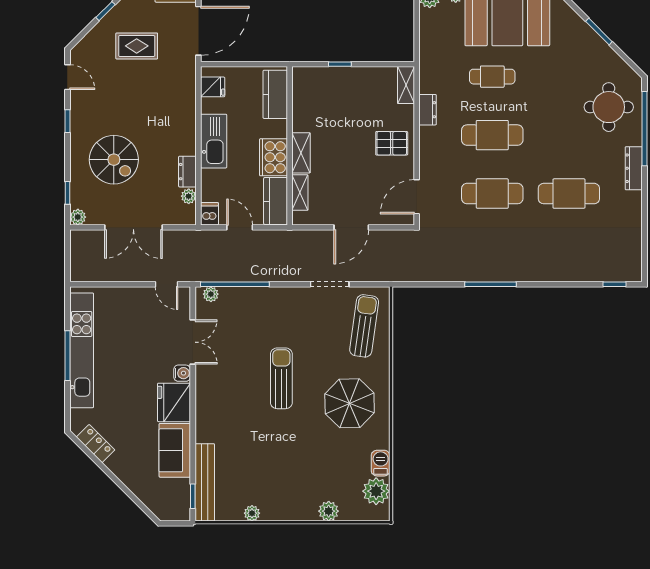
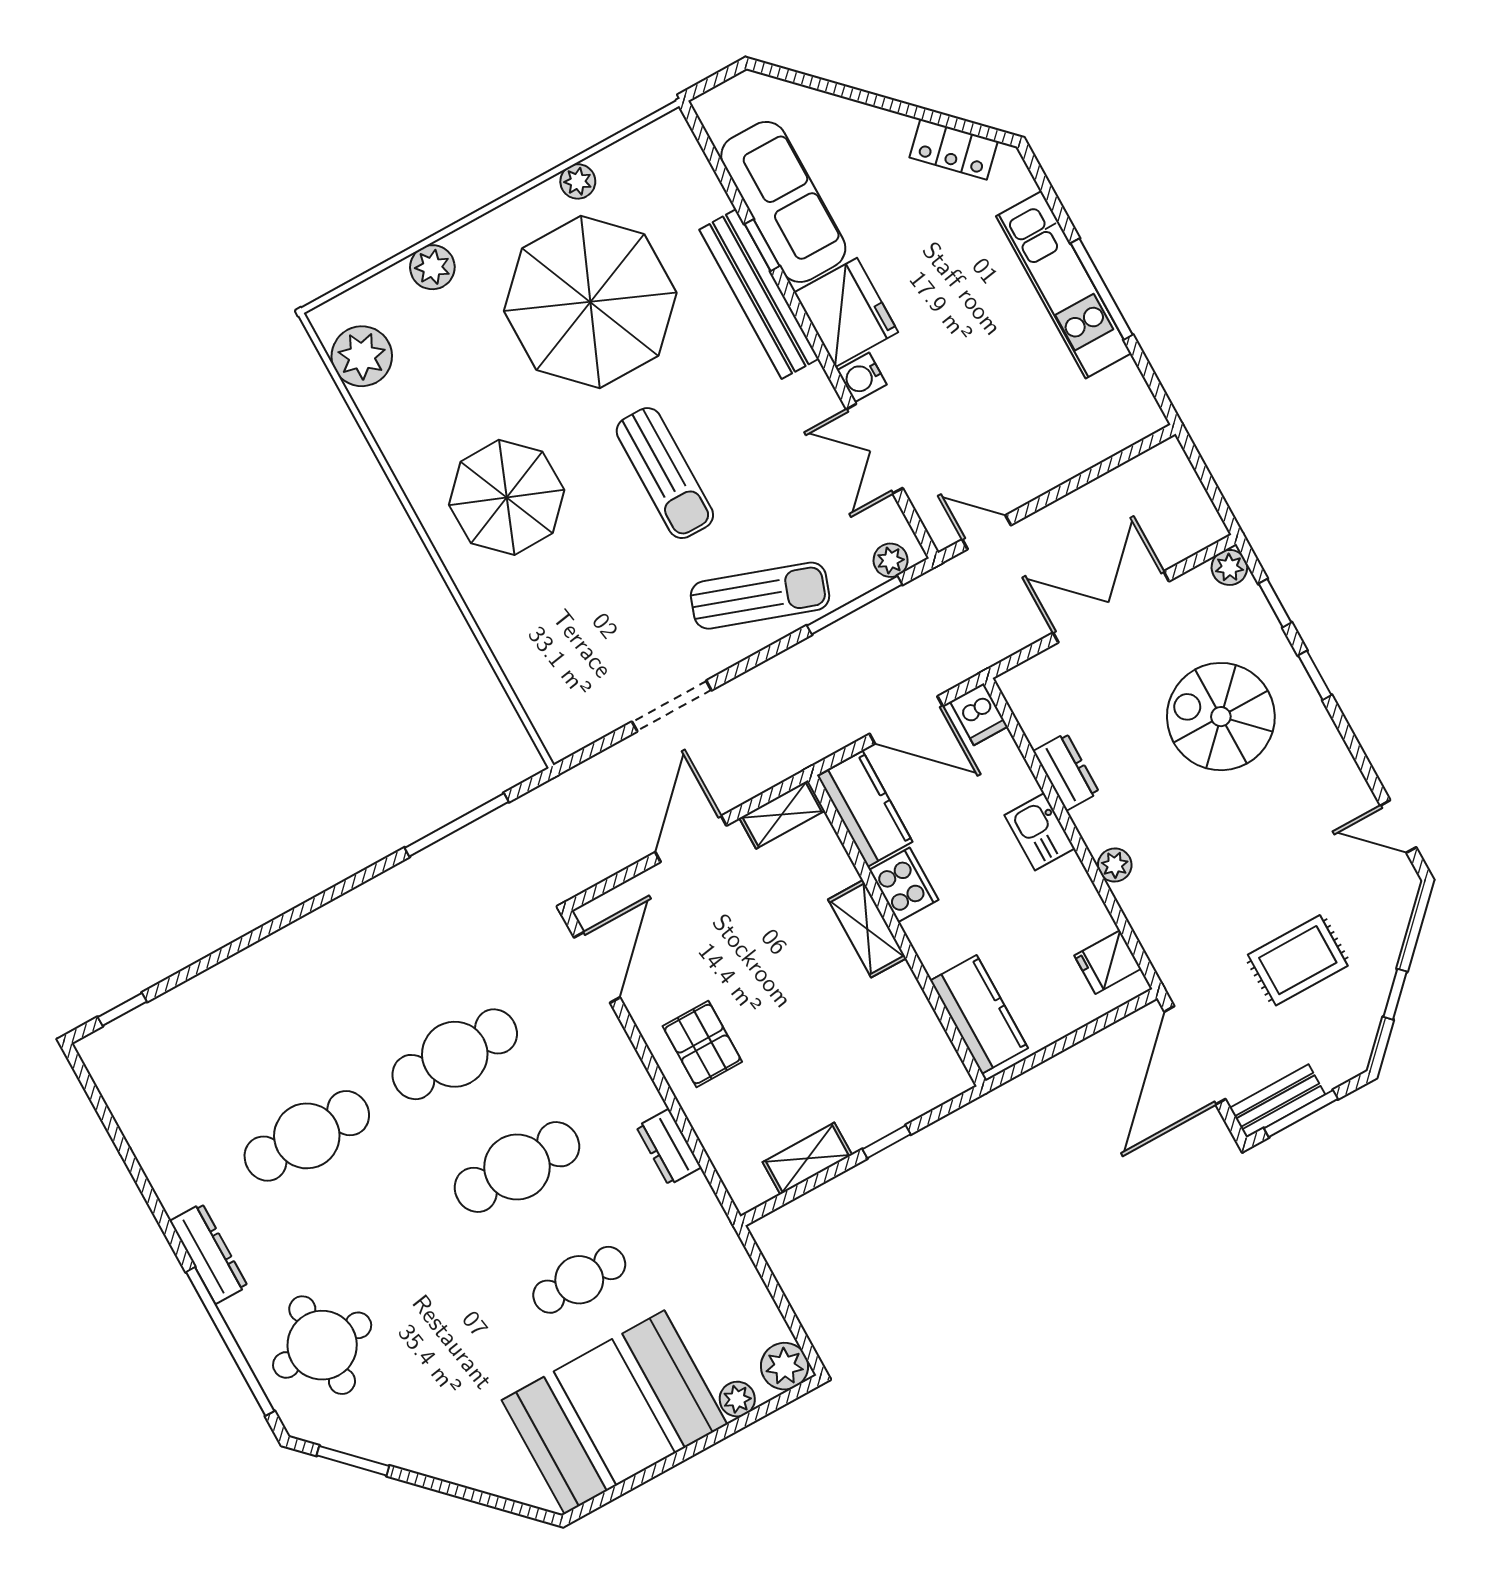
window: (599, 32) -> (353, 1461), moved
shelving: (406, 85) -> (807, 1159), moved, turned 90
window: (67, 121) -> (1315, 675), moved
kitchen sink: (214, 141) -> (1040, 832), width x0.53, depth x0.81
pallet: (392, 143) -> (702, 1044), turned 90
cooker: (273, 157) -> (904, 885), width x0.73, depth x0.76
shelving: (300, 193) -> (782, 814), moved, turned 90
plant: (189, 196) -> (1115, 865), moved
door: (240, 227) -> (906, 720), width x1.38
window: (235, 284) -> (855, 605), width x0.68
window: (490, 284) -> (457, 825), moved
sun lounger: (364, 326) -> (760, 596), moved, turned -79
kitchen unit: (82, 350) -> (1064, 285), width x0.73
sofa: (175, 450) -> (783, 202), width x1.36
parasol: (273, 463) -> (590, 302), added
barbecue: (381, 463) -> (383, 415), removed
bench: (205, 482) -> (759, 294), moved
window: (193, 496) -> (762, 245), moved

